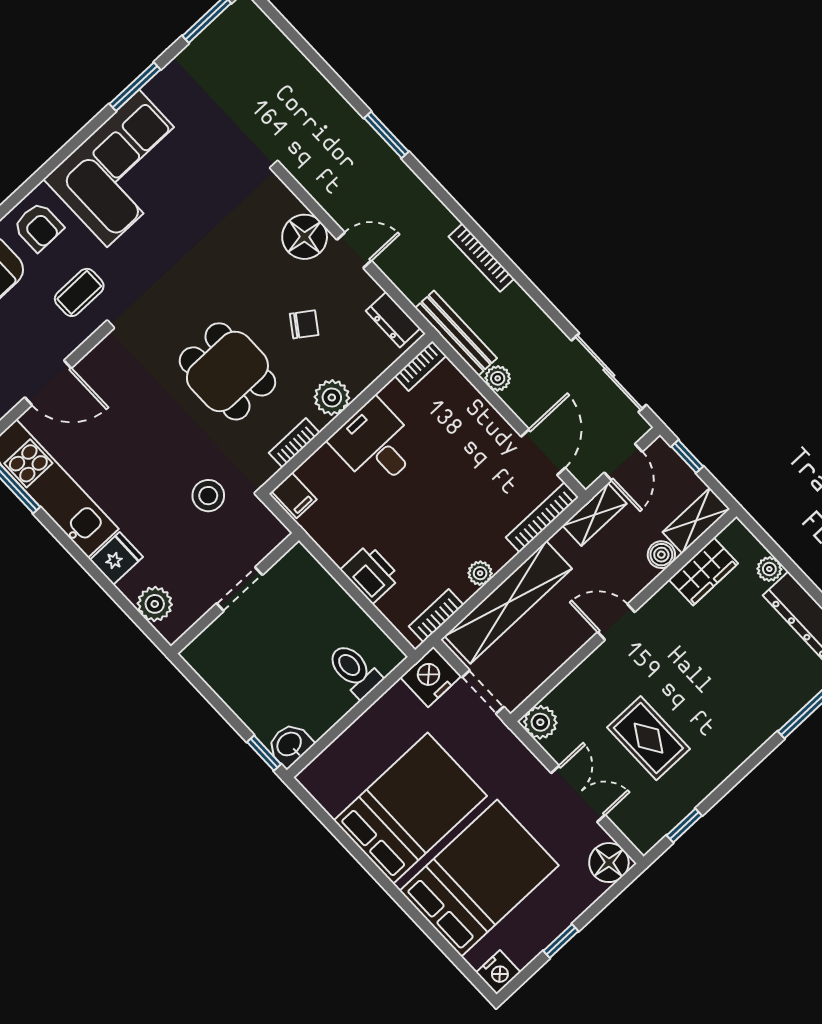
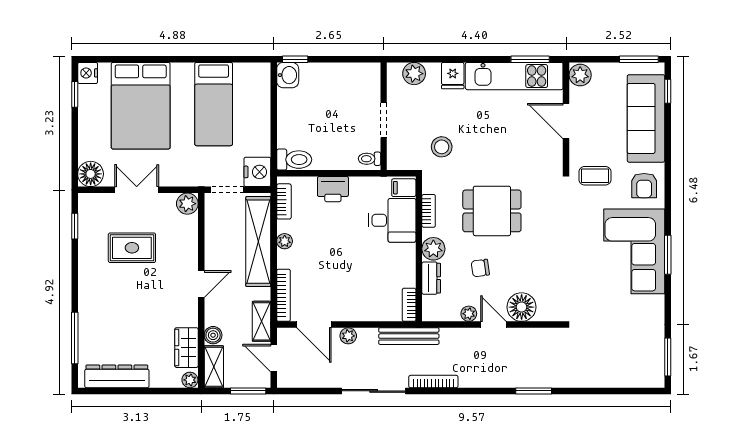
window: (135, 87) -> (668, 255), moved
armchair: (38, 227) -> (644, 186), turned -90
door: (354, 250) -> (493, 325), swing flipped
plant: (368, 289) -> (469, 314), added
coffee table: (79, 292) -> (595, 176), turned 90
dresser: (393, 320) -> (431, 278), moved, turned 90
chair: (304, 324) -> (480, 268), turned 47
sliding door: (609, 373) -> (374, 391), moved
plant: (498, 378) -> (348, 336), moved
door: (48, 383) -> (566, 121), hinge flipped
desk: (375, 444) -> (392, 220), moved
window: (687, 456) -> (248, 391), width x1.50
toilet: (298, 564) -> (369, 159), added
plant: (769, 569) -> (190, 380), moved
toilet: (354, 670) -> (294, 160), moved
double door: (578, 794) -> (137, 190), swing flipped
bed: (410, 808) -> (214, 104), width x0.67
window: (561, 941) -> (75, 94), moved

